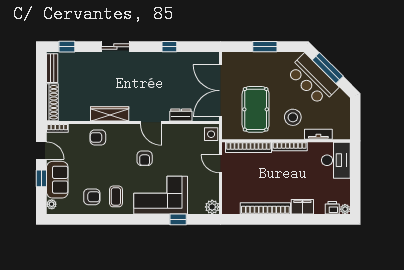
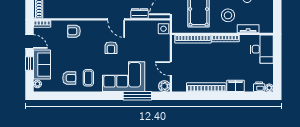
wardrobe: (110, 114) -> (83, 13), removed
door: (221, 164) -> (171, 69), moved
window: (178, 219) -> (137, 96), width x2.17

